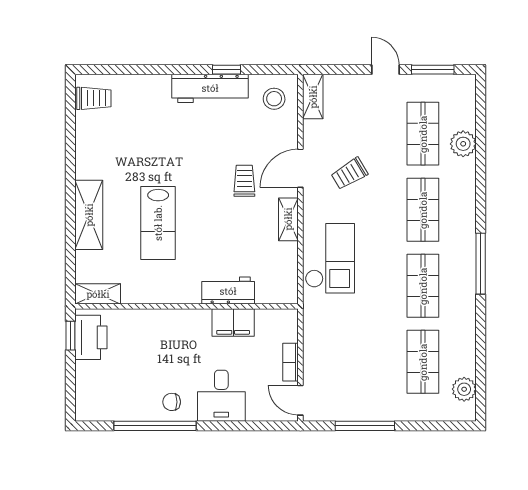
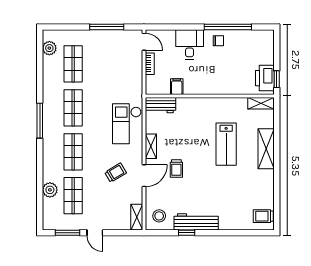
lab bench: (158, 223) -> (226, 144), turned 180
workbench: (228, 291) -> (160, 105), moved
filing cabinet: (233, 323) -> (177, 87), width x0.50

